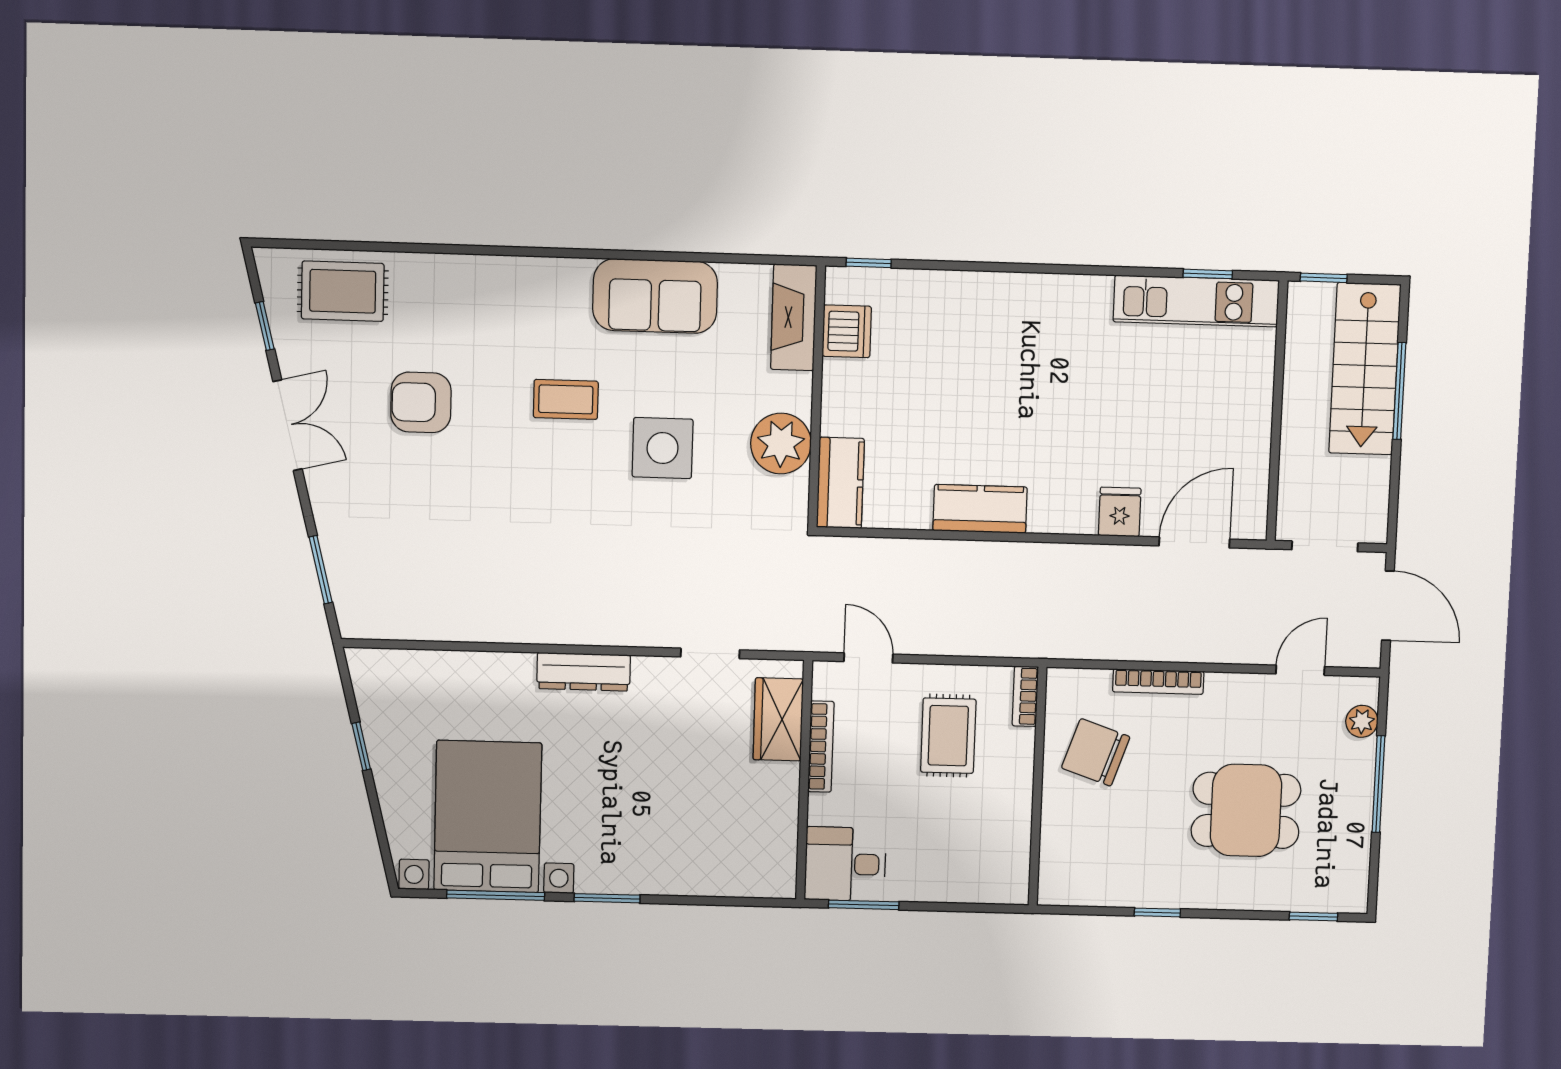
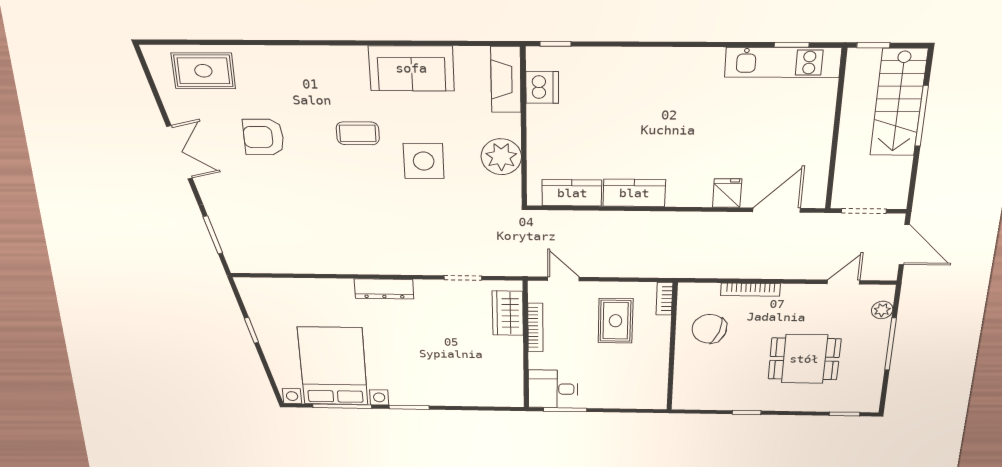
window: (265, 326) -> (156, 93), removed
kitchen counter: (840, 483) -> (572, 193), moved, turned -90

